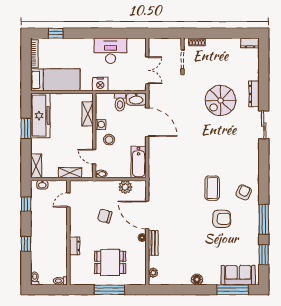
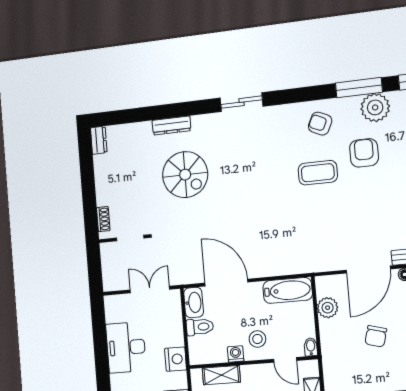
door: (147, 122) -> (226, 283), hinge flipped
sliding door: (264, 125) -> (242, 102), moved
door: (94, 157) -> (285, 360), hinge flipped
plant: (250, 228) -> (375, 107), added

